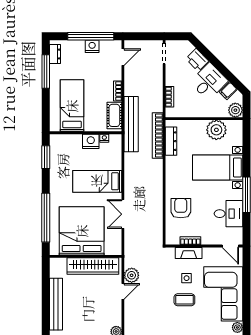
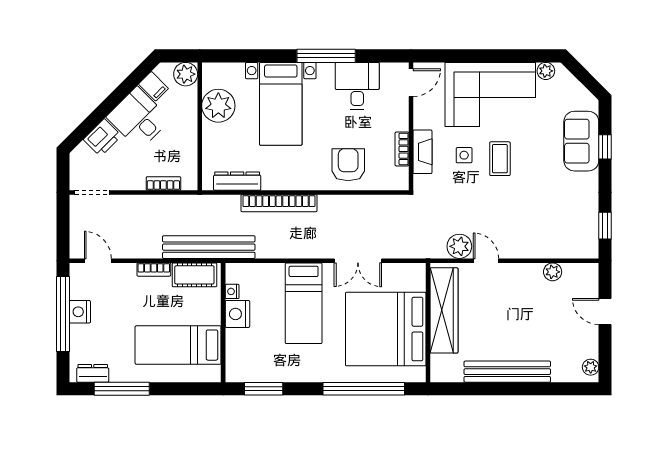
bookcase: (158, 136) -> (279, 203), moved
armchair: (181, 208) -> (348, 165), turned 90

